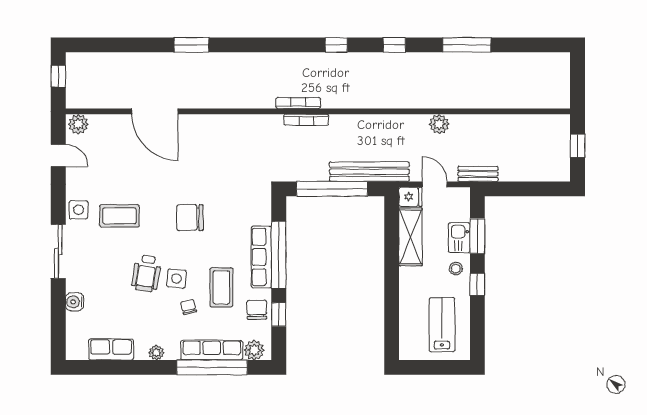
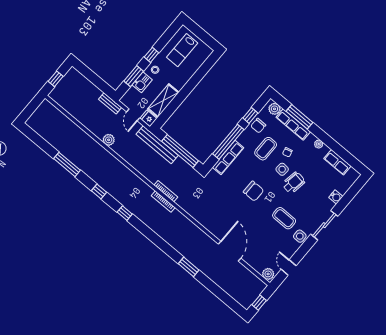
row of seats: (261, 257) -> (228, 157), moved
window: (212, 367) -> (299, 117), width x0.68

